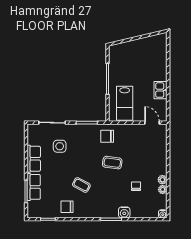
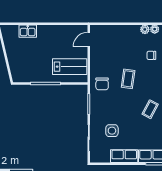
kitchen sink: (161, 90) -> (28, 31), moved

